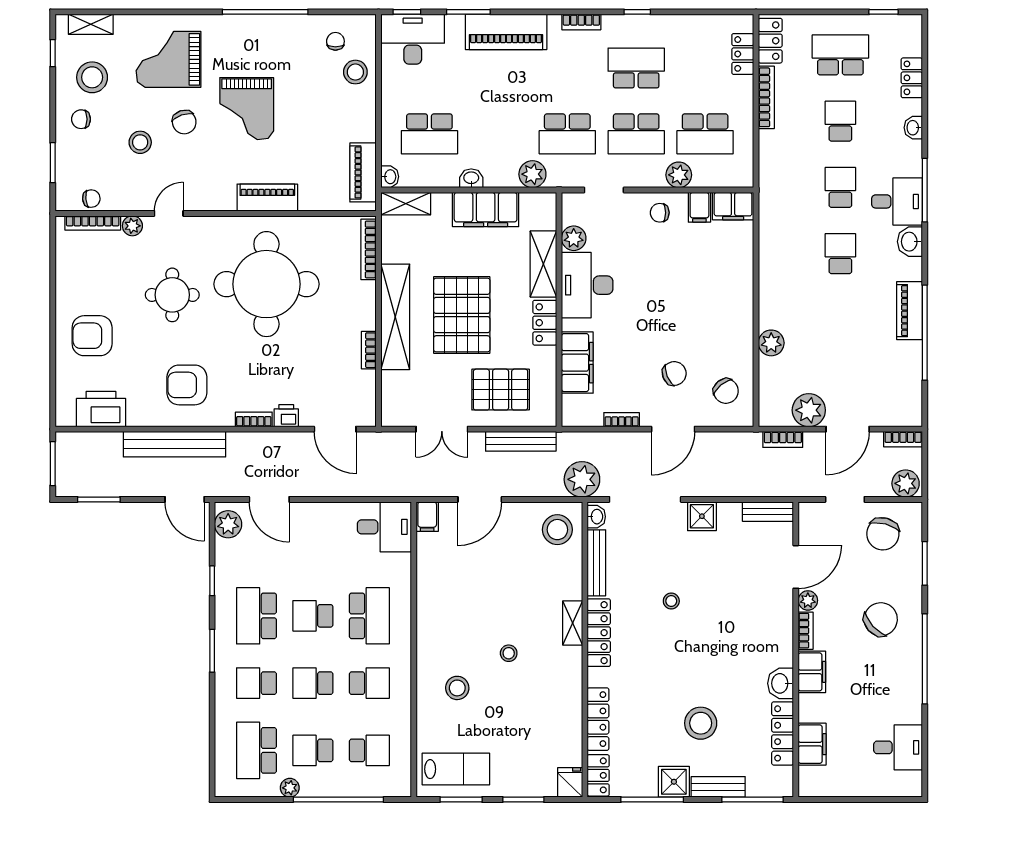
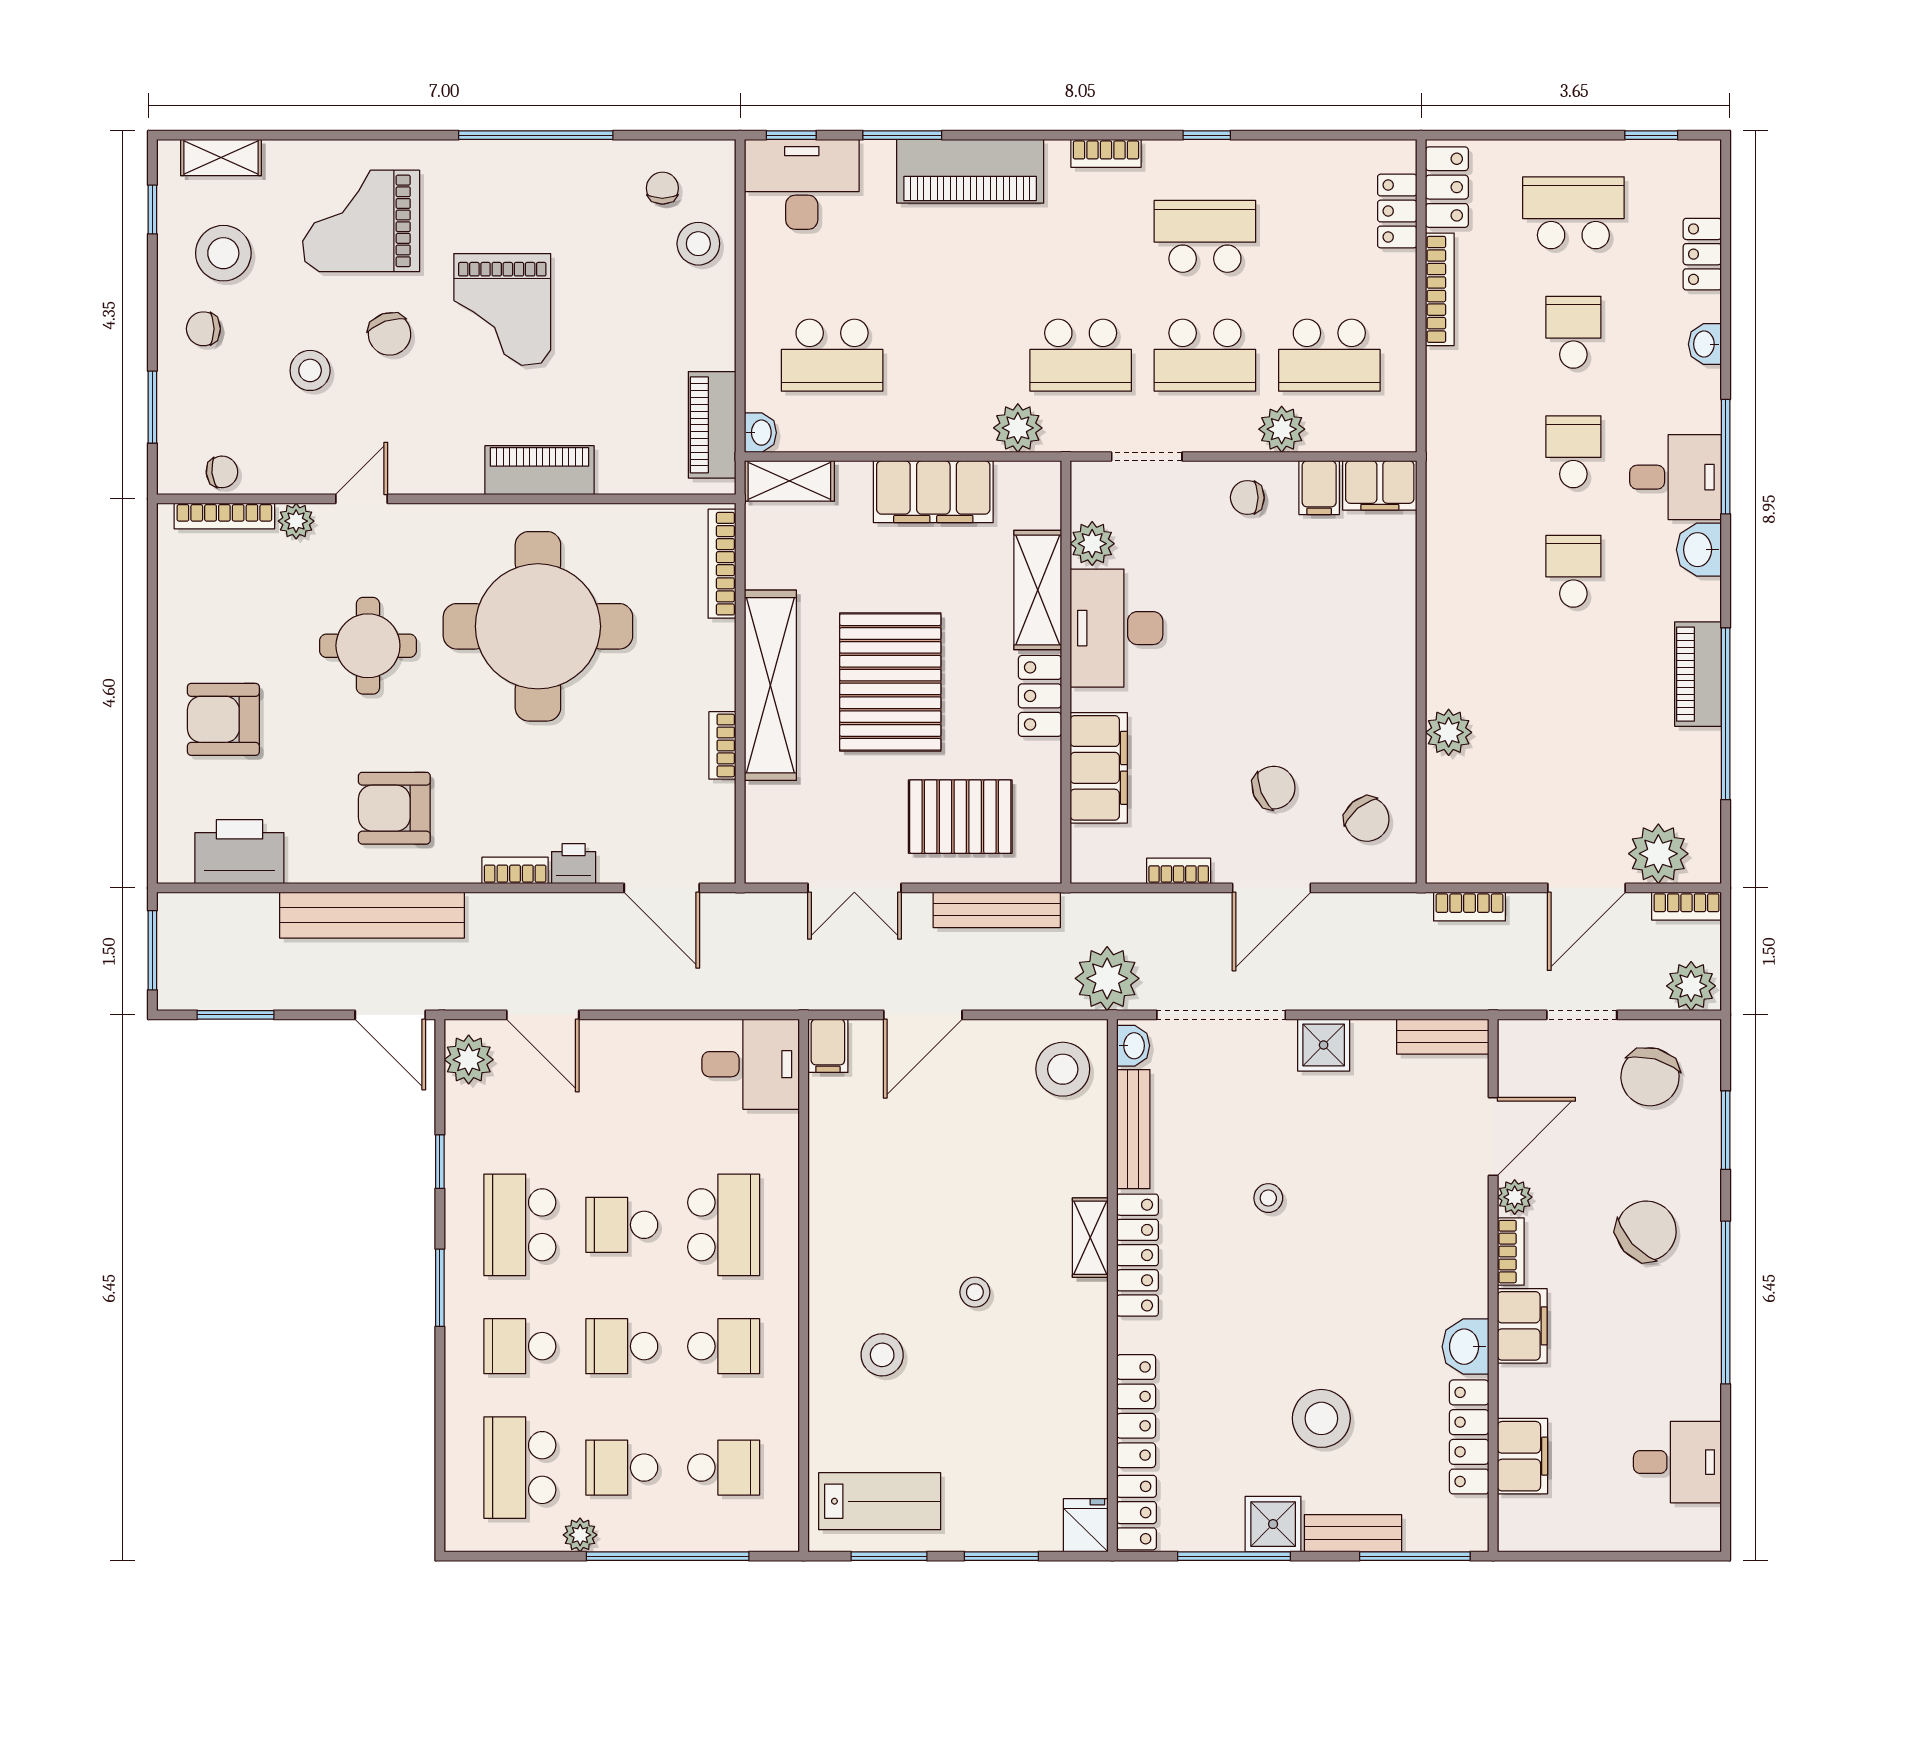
washbasin: (471, 178) -> (907, 435), removed
plant: (809, 410) -> (1658, 854), moved

